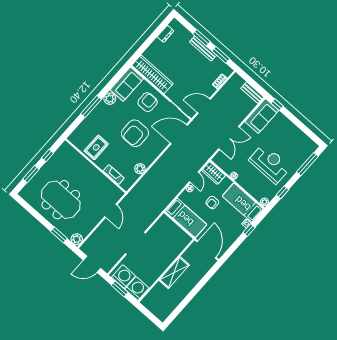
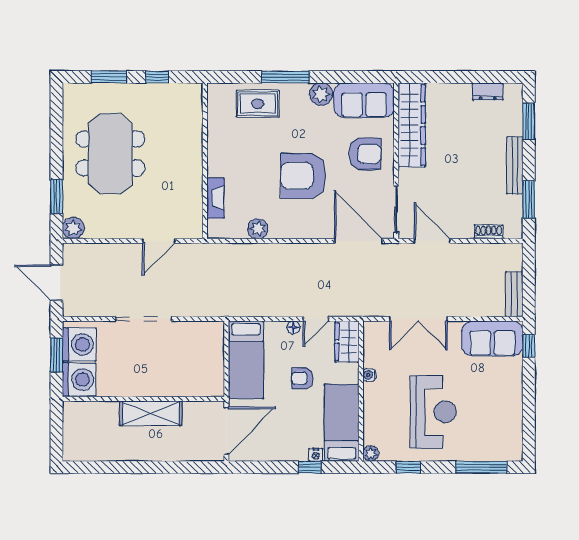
window: (202, 38) -> (529, 121), moved
rug: (96, 147) -> (258, 104), moved

